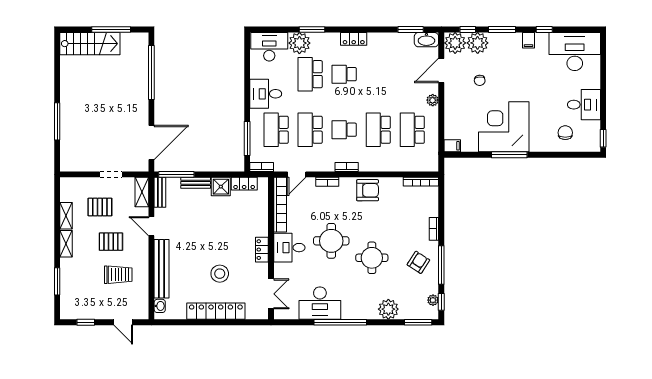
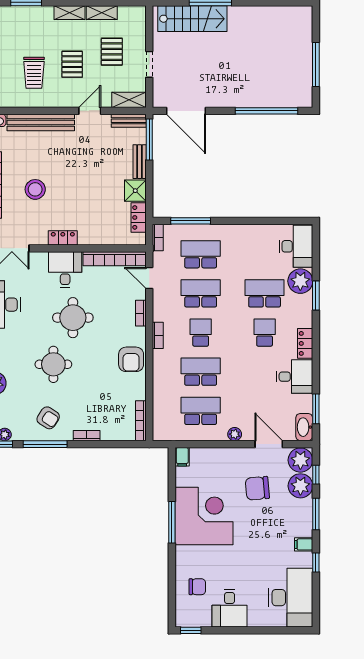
stairs: (90, 44) -> (192, 19), moved, turned -90
chair: (480, 80) -> (257, 488), width x1.87, depth x1.87
desk: (266, 94) -> (294, 377), moved, turned 90

